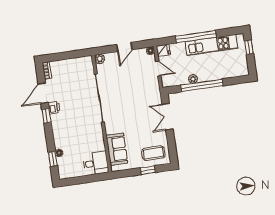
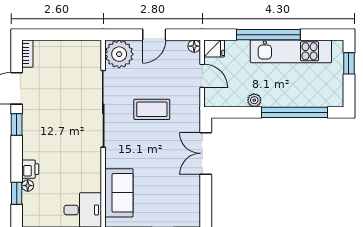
plant: (100, 59) -> (119, 54), width x1.88, depth x1.88
window: (202, 85) -> (295, 112), moved
printer: (54, 108) -> (30, 169), moved
coffee table: (153, 153) -> (152, 109), moved

